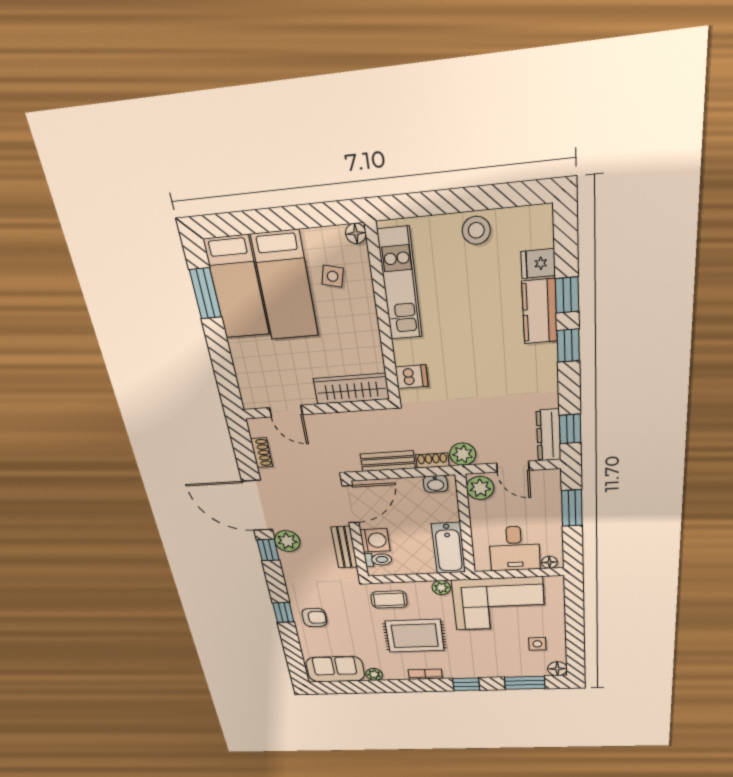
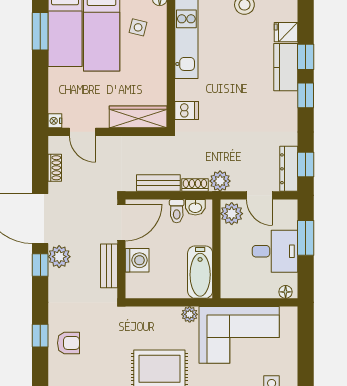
nightstand: (250, 401) -> (55, 121), added
desk: (514, 548) -> (275, 251), moved, turned -90
toilet: (378, 560) -> (177, 211), moved, turned 90
coffee table: (389, 600) -> (141, 325), removed

